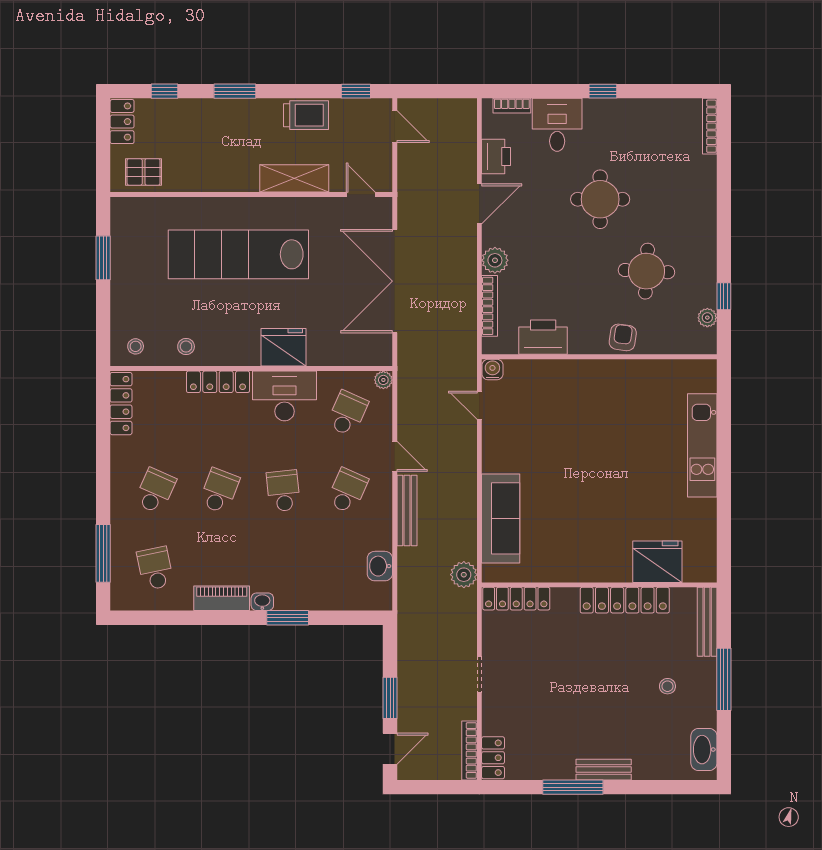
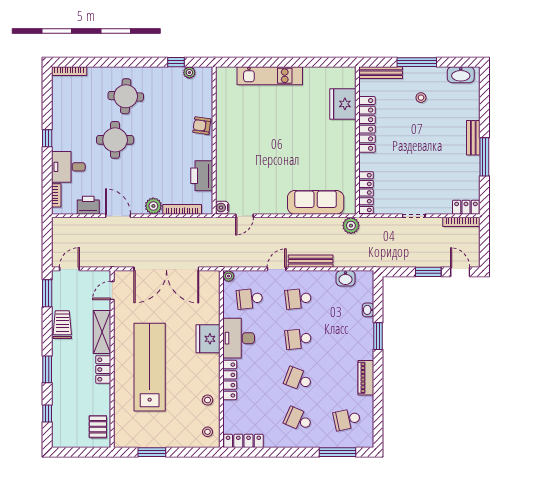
window: (356, 91) -> (47, 293), width x1.50
locker: (122, 122) -> (103, 370), moved, turned -90
lab bench: (238, 254) -> (150, 367), turned 180
round table: (646, 271) -> (126, 96), moved
school desk: (347, 413) -> (250, 299), turned -30
school desk: (347, 491) -> (298, 299), turned -30
washbasin: (262, 602) -> (368, 310), moved

